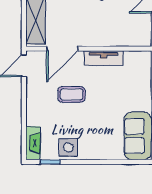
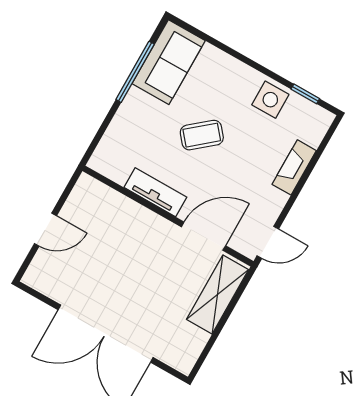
coffee table: (71, 94) -> (202, 135), moved, turned -40
fireplace: (33, 143) -> (294, 167), moved

